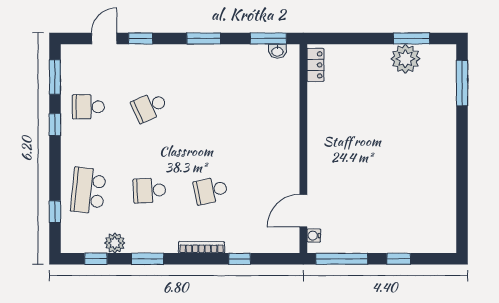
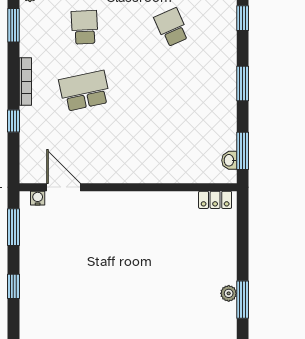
plant: (405, 59) -> (229, 293), width x0.53, depth x0.53
school desk: (211, 190) -> (85, 91), width x1.85
window: (342, 259) -> (13, 227), width x0.69

